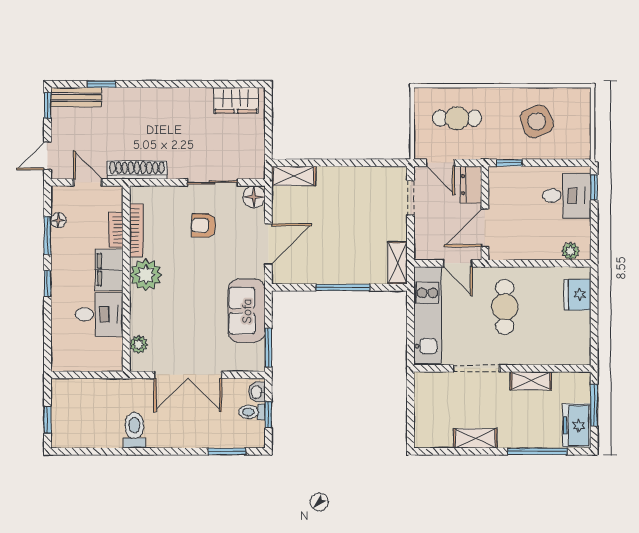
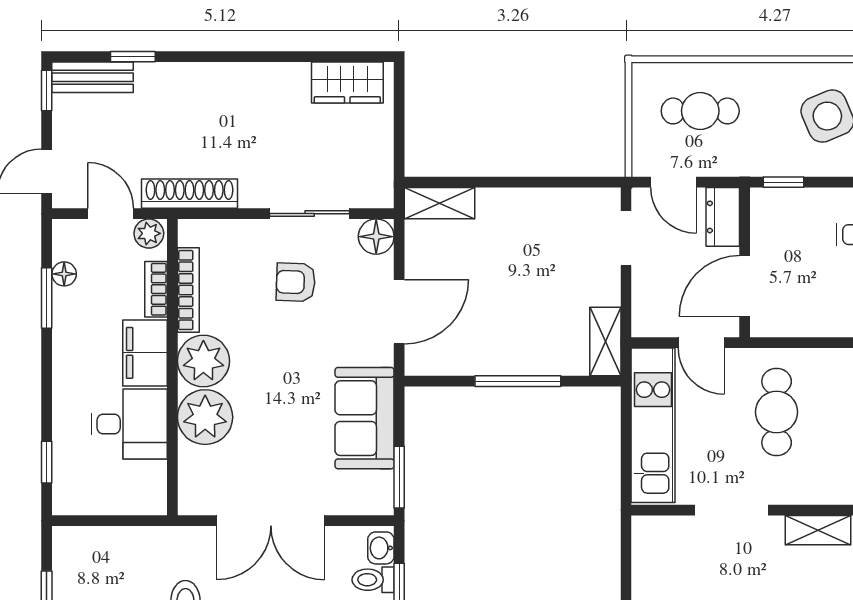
plant: (111, 195) -> (149, 233), added
window: (48, 283) -> (47, 462), moved
plant: (139, 344) -> (205, 417), moved, width x1.88, depth x1.88

